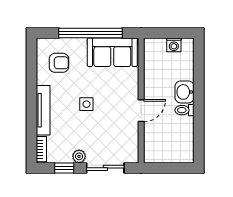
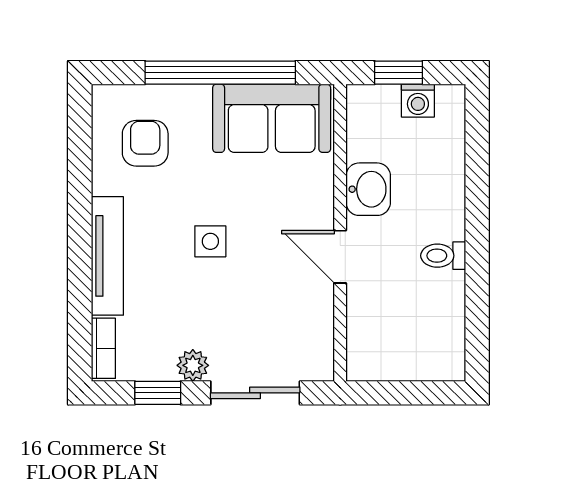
window: (166, 33) -> (398, 73), added
armchair: (59, 63) -> (145, 143), turned -90
washbasin: (185, 92) -> (368, 189), moved, turned 180
door: (141, 111) -> (340, 257), swing flipped

